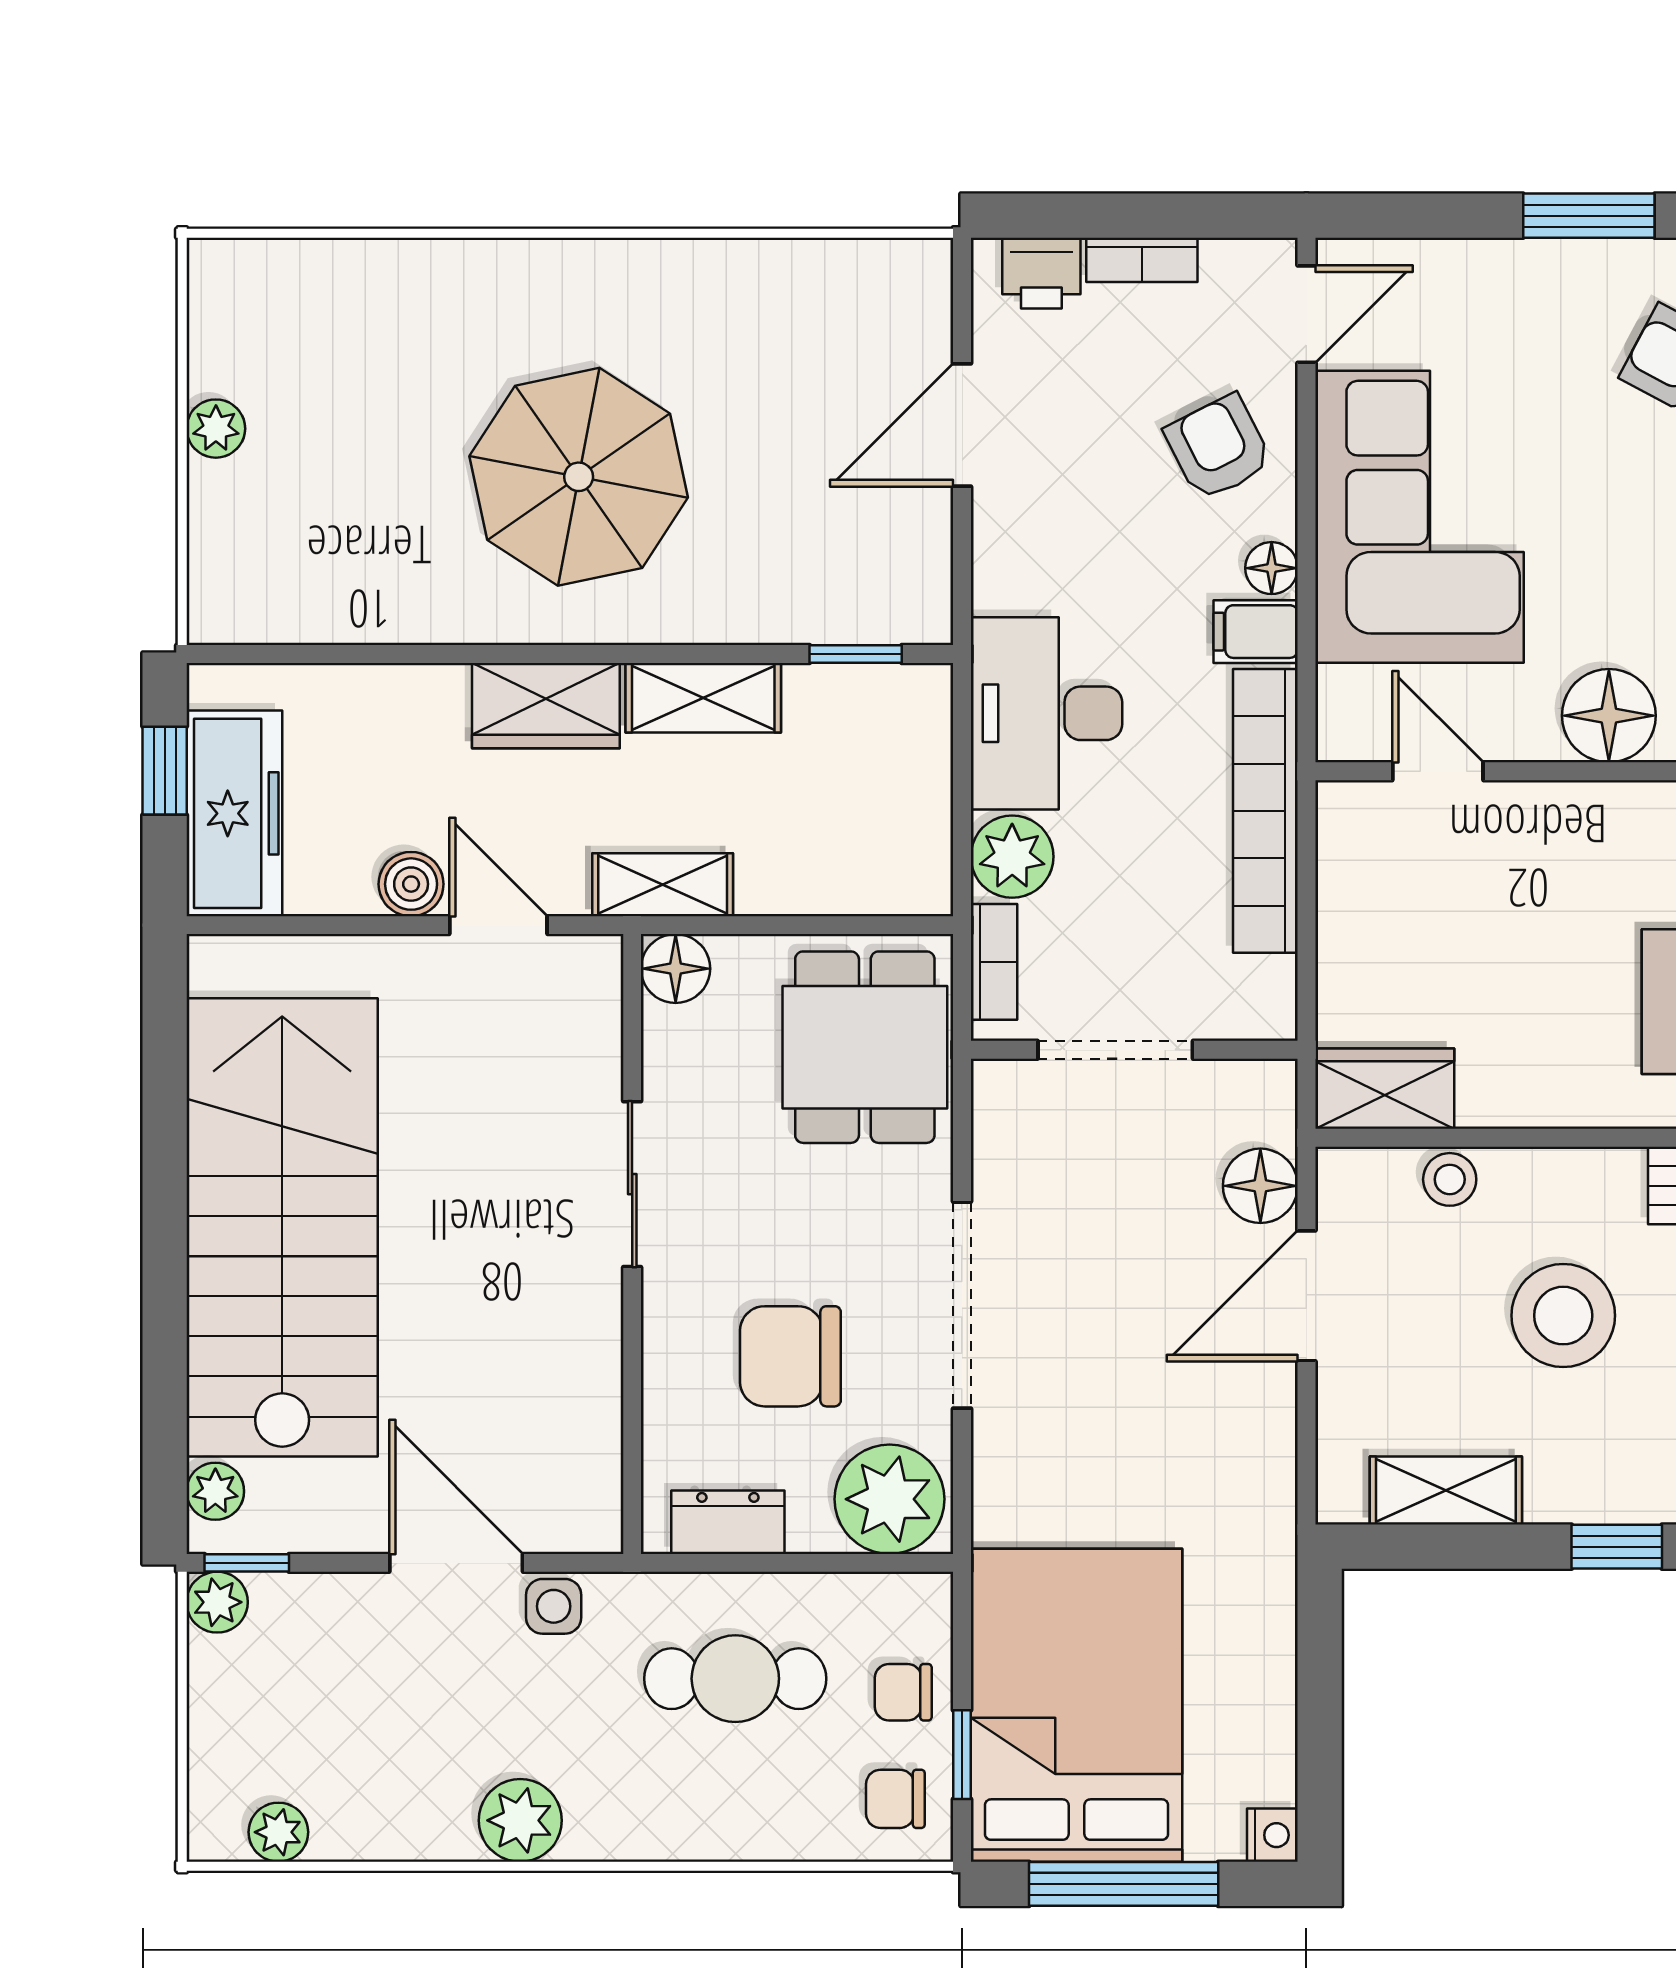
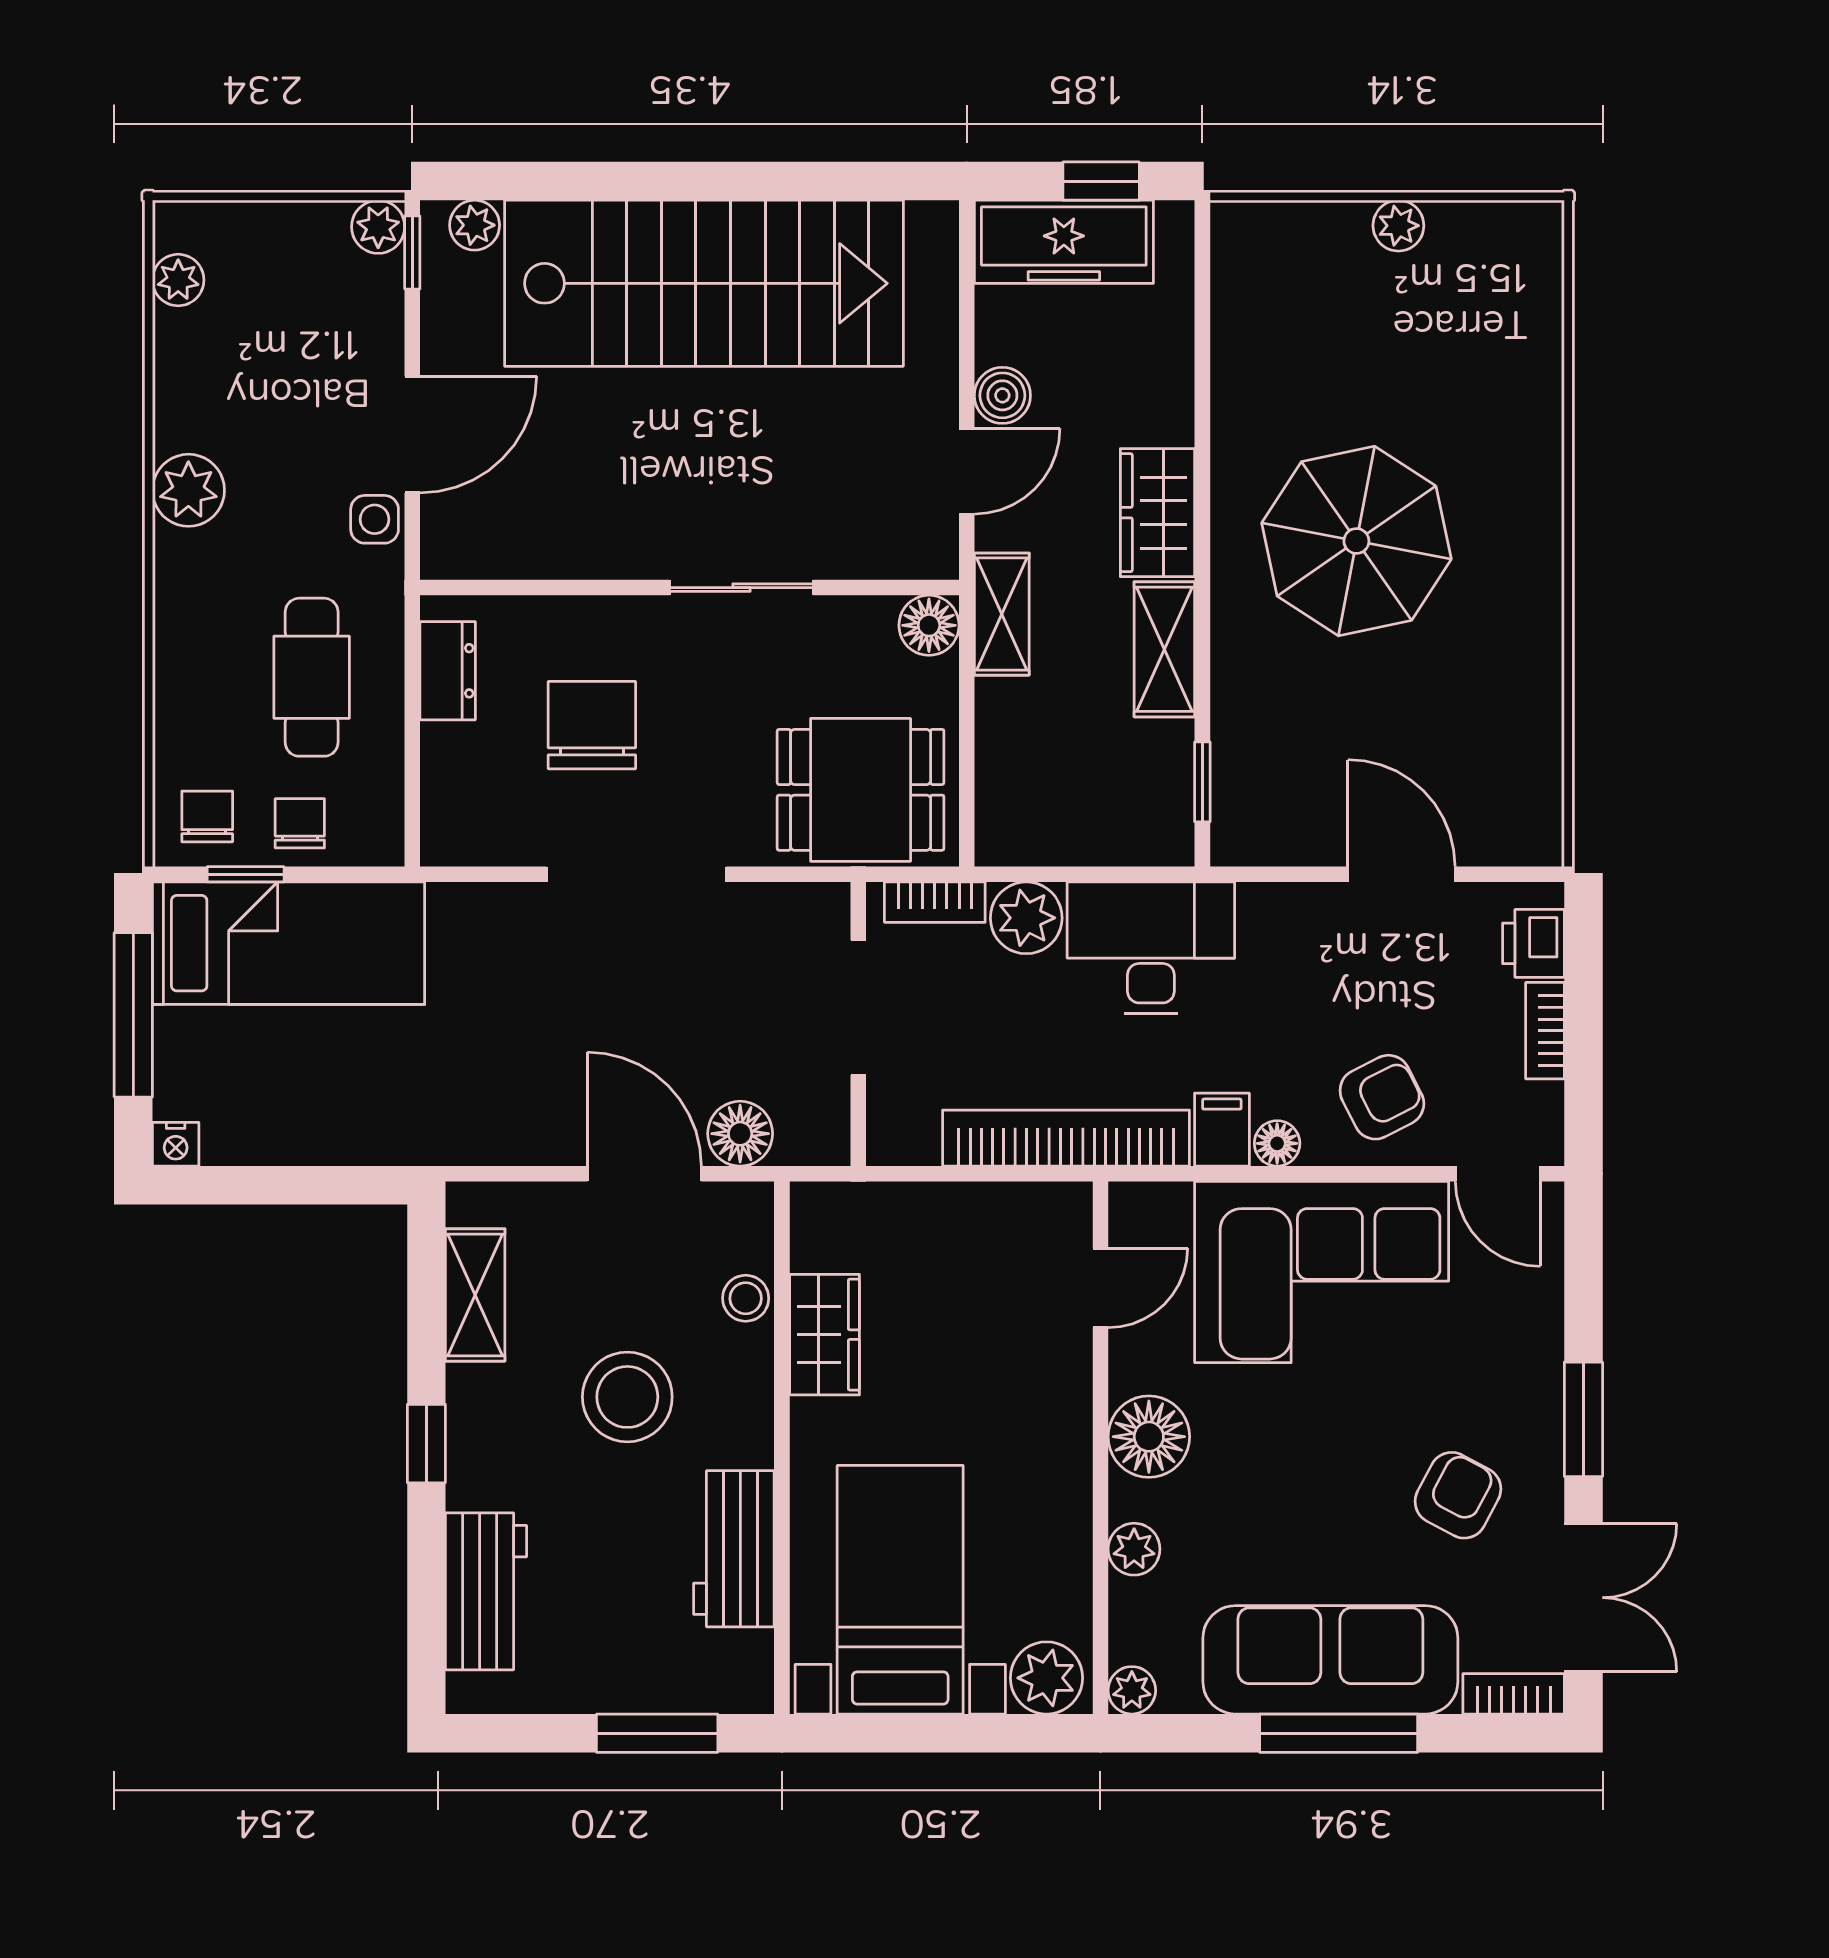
wardrobe: (1385, 1089) -> (825, 1335), moved
plant: (890, 1499) -> (468, 811), removed
bed: (1077, 1705) -> (289, 943), width x0.67

